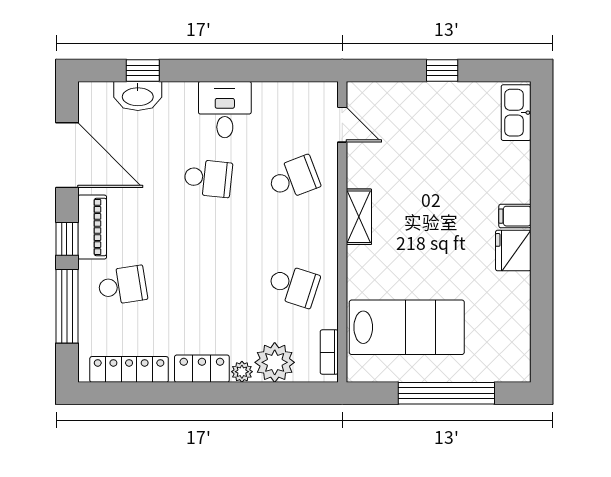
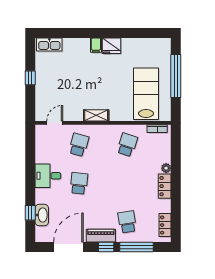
school desk: (294, 178) -> (79, 145), turned 36
plant: (275, 362) -> (162, 153), removed
locker: (129, 369) -> (165, 225), width x0.66

